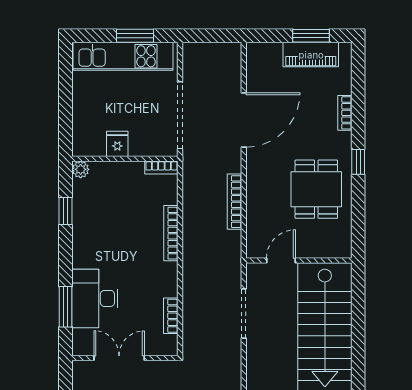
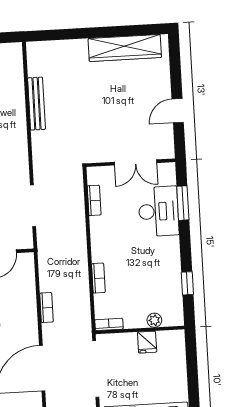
plant: (81, 169) -> (154, 320), moved
bookcase: (234, 202) -> (46, 308), width x0.64
bookcase: (171, 233) -> (98, 278), width x0.64

